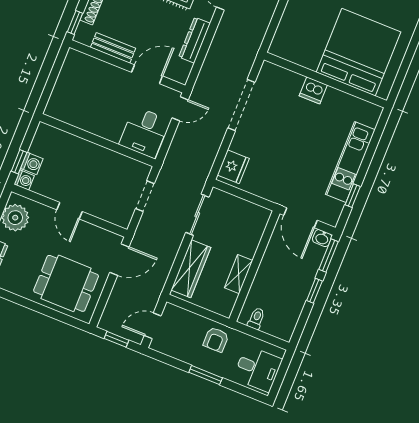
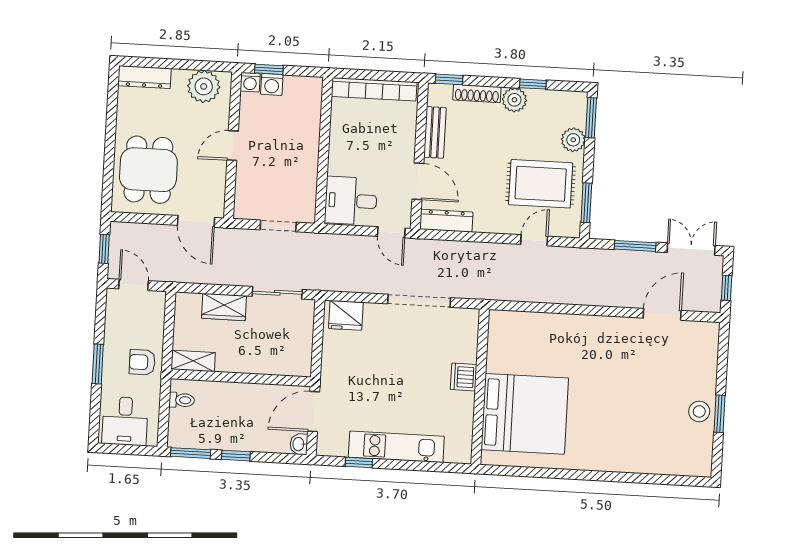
dresser: (195, 40) -> (446, 221), moved
bookcase: (63, 84) -> (374, 89), added
window: (329, 256) -> (191, 453), moved
wardrobe: (191, 269) -> (224, 307), width x0.67
shelving: (239, 274) -> (193, 361), moved

